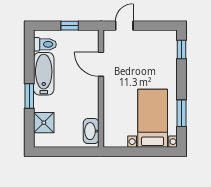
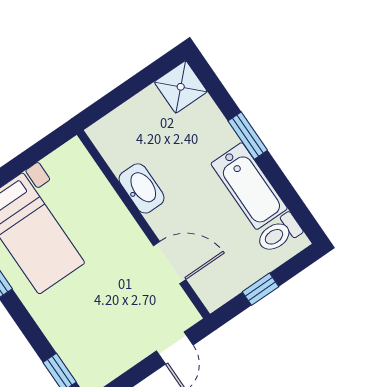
shower: (44, 123) -> (181, 87), moved
washbasin: (91, 131) -> (142, 188), moved

